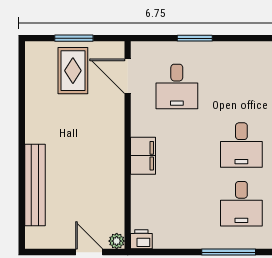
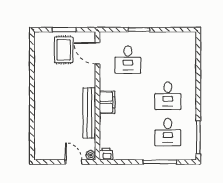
bench: (35, 185) -> (89, 113), moved

